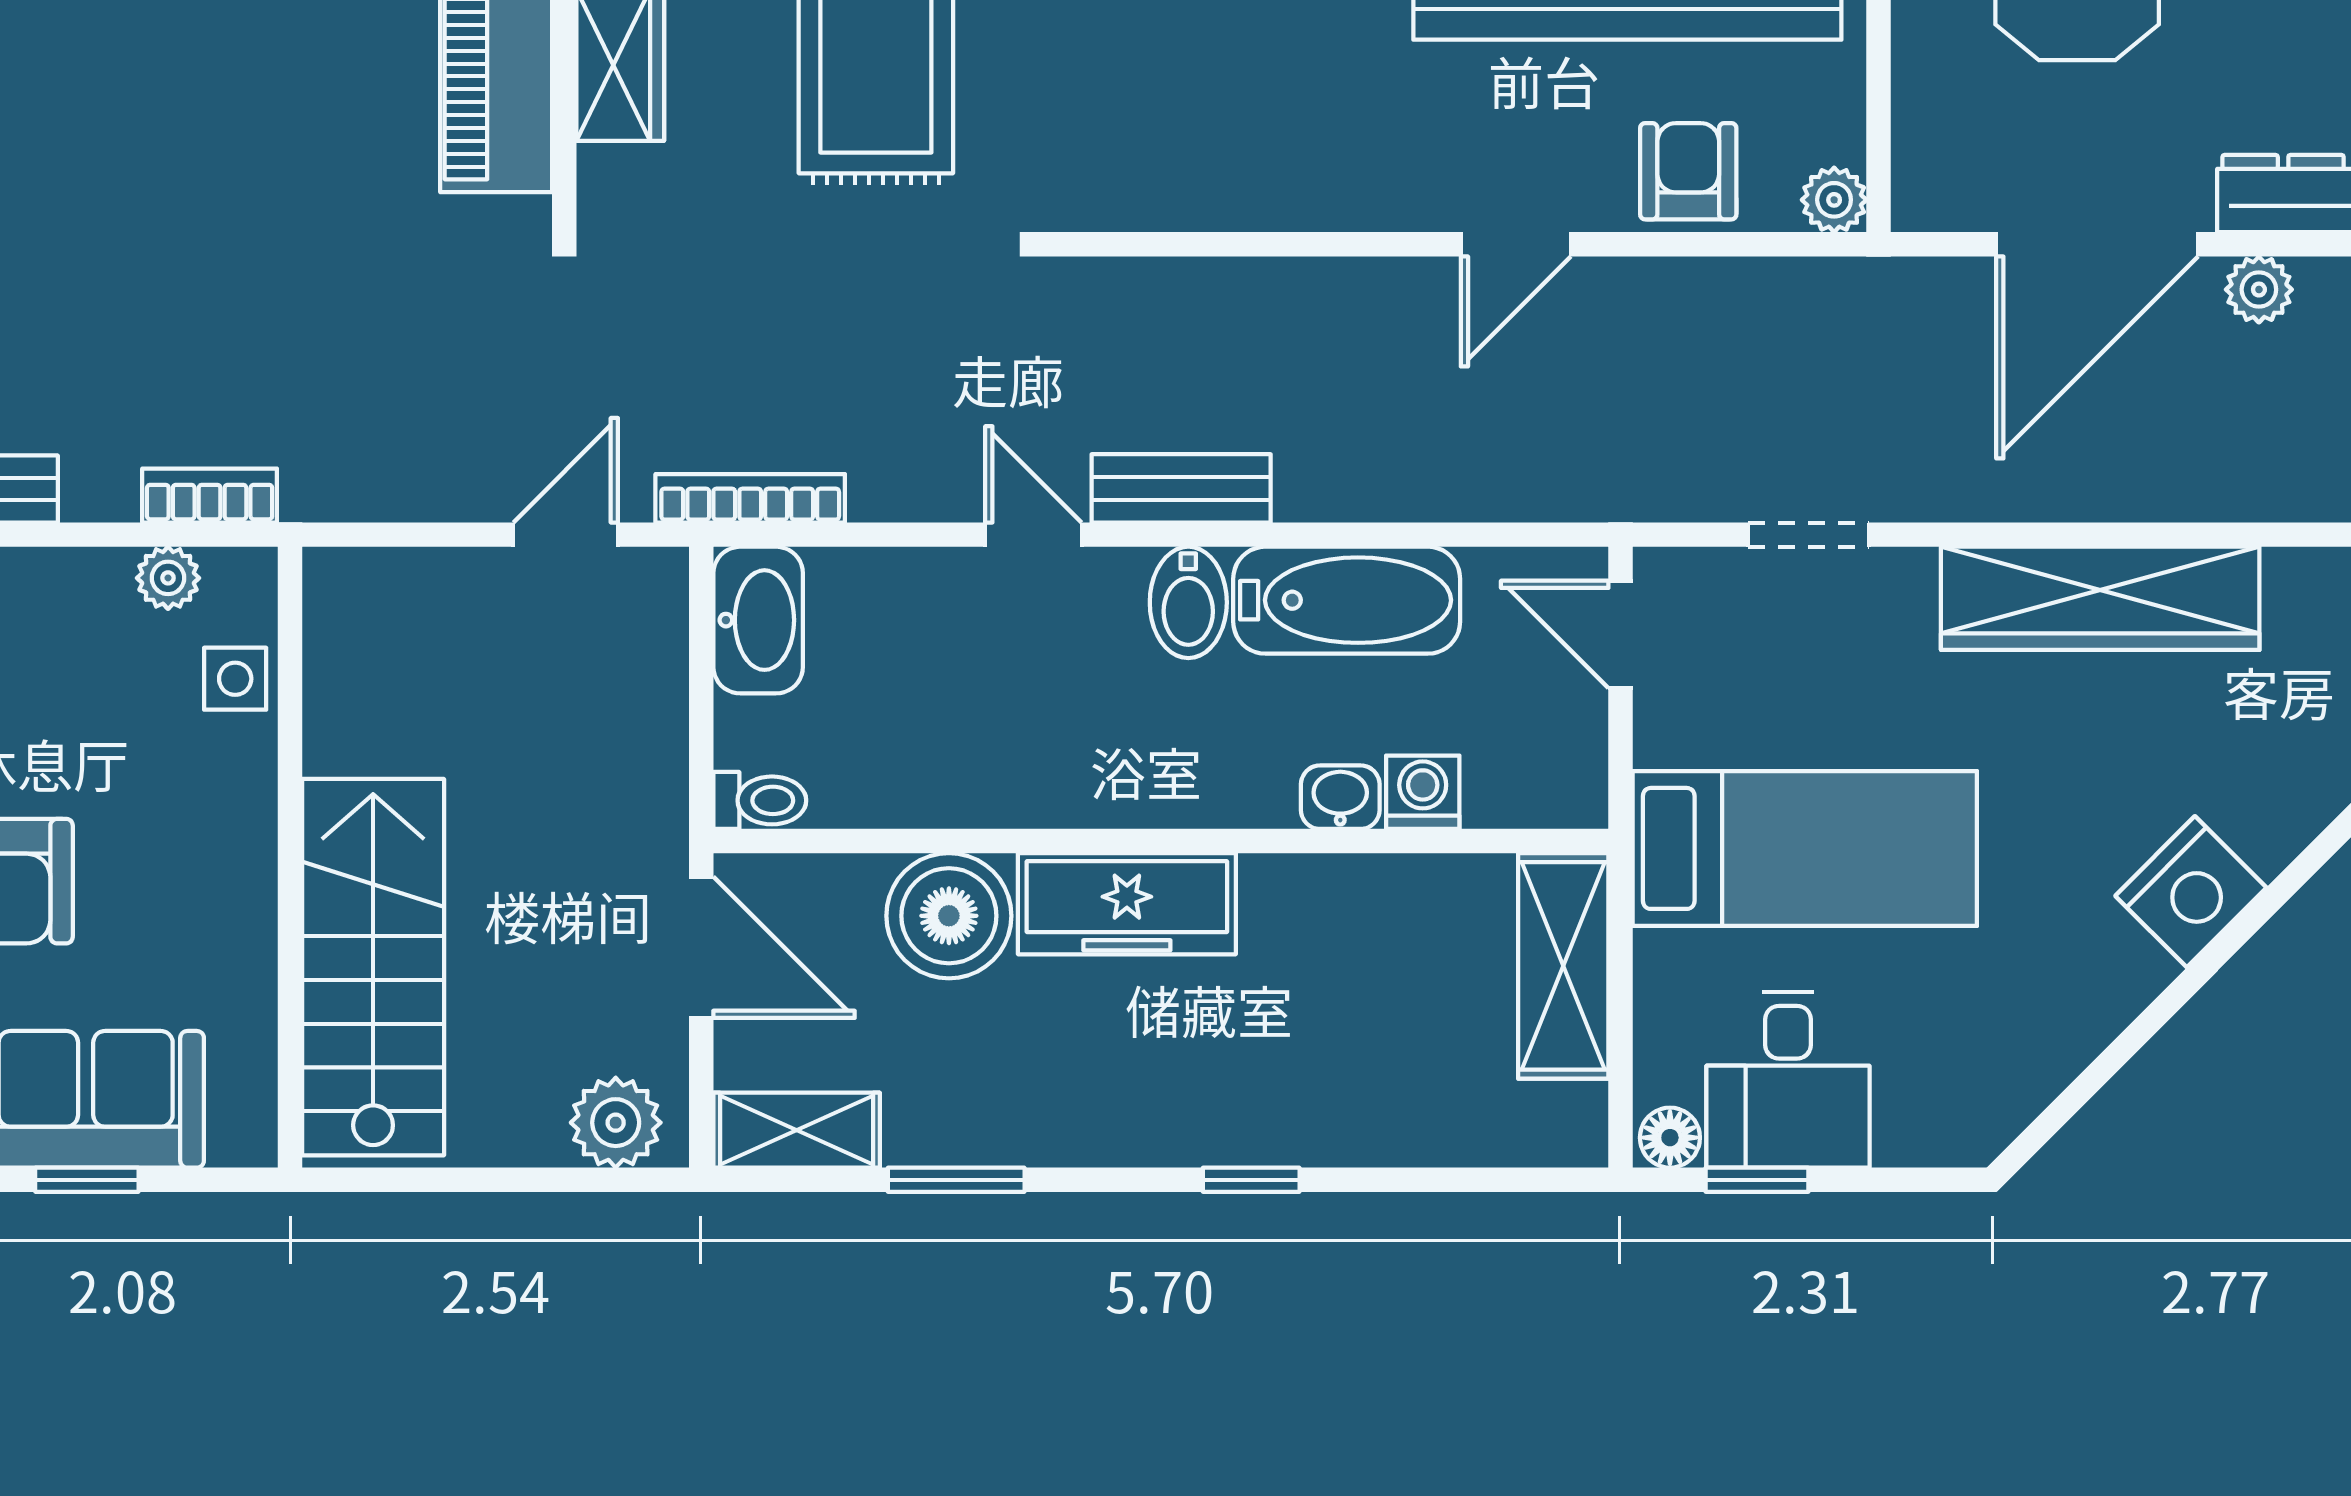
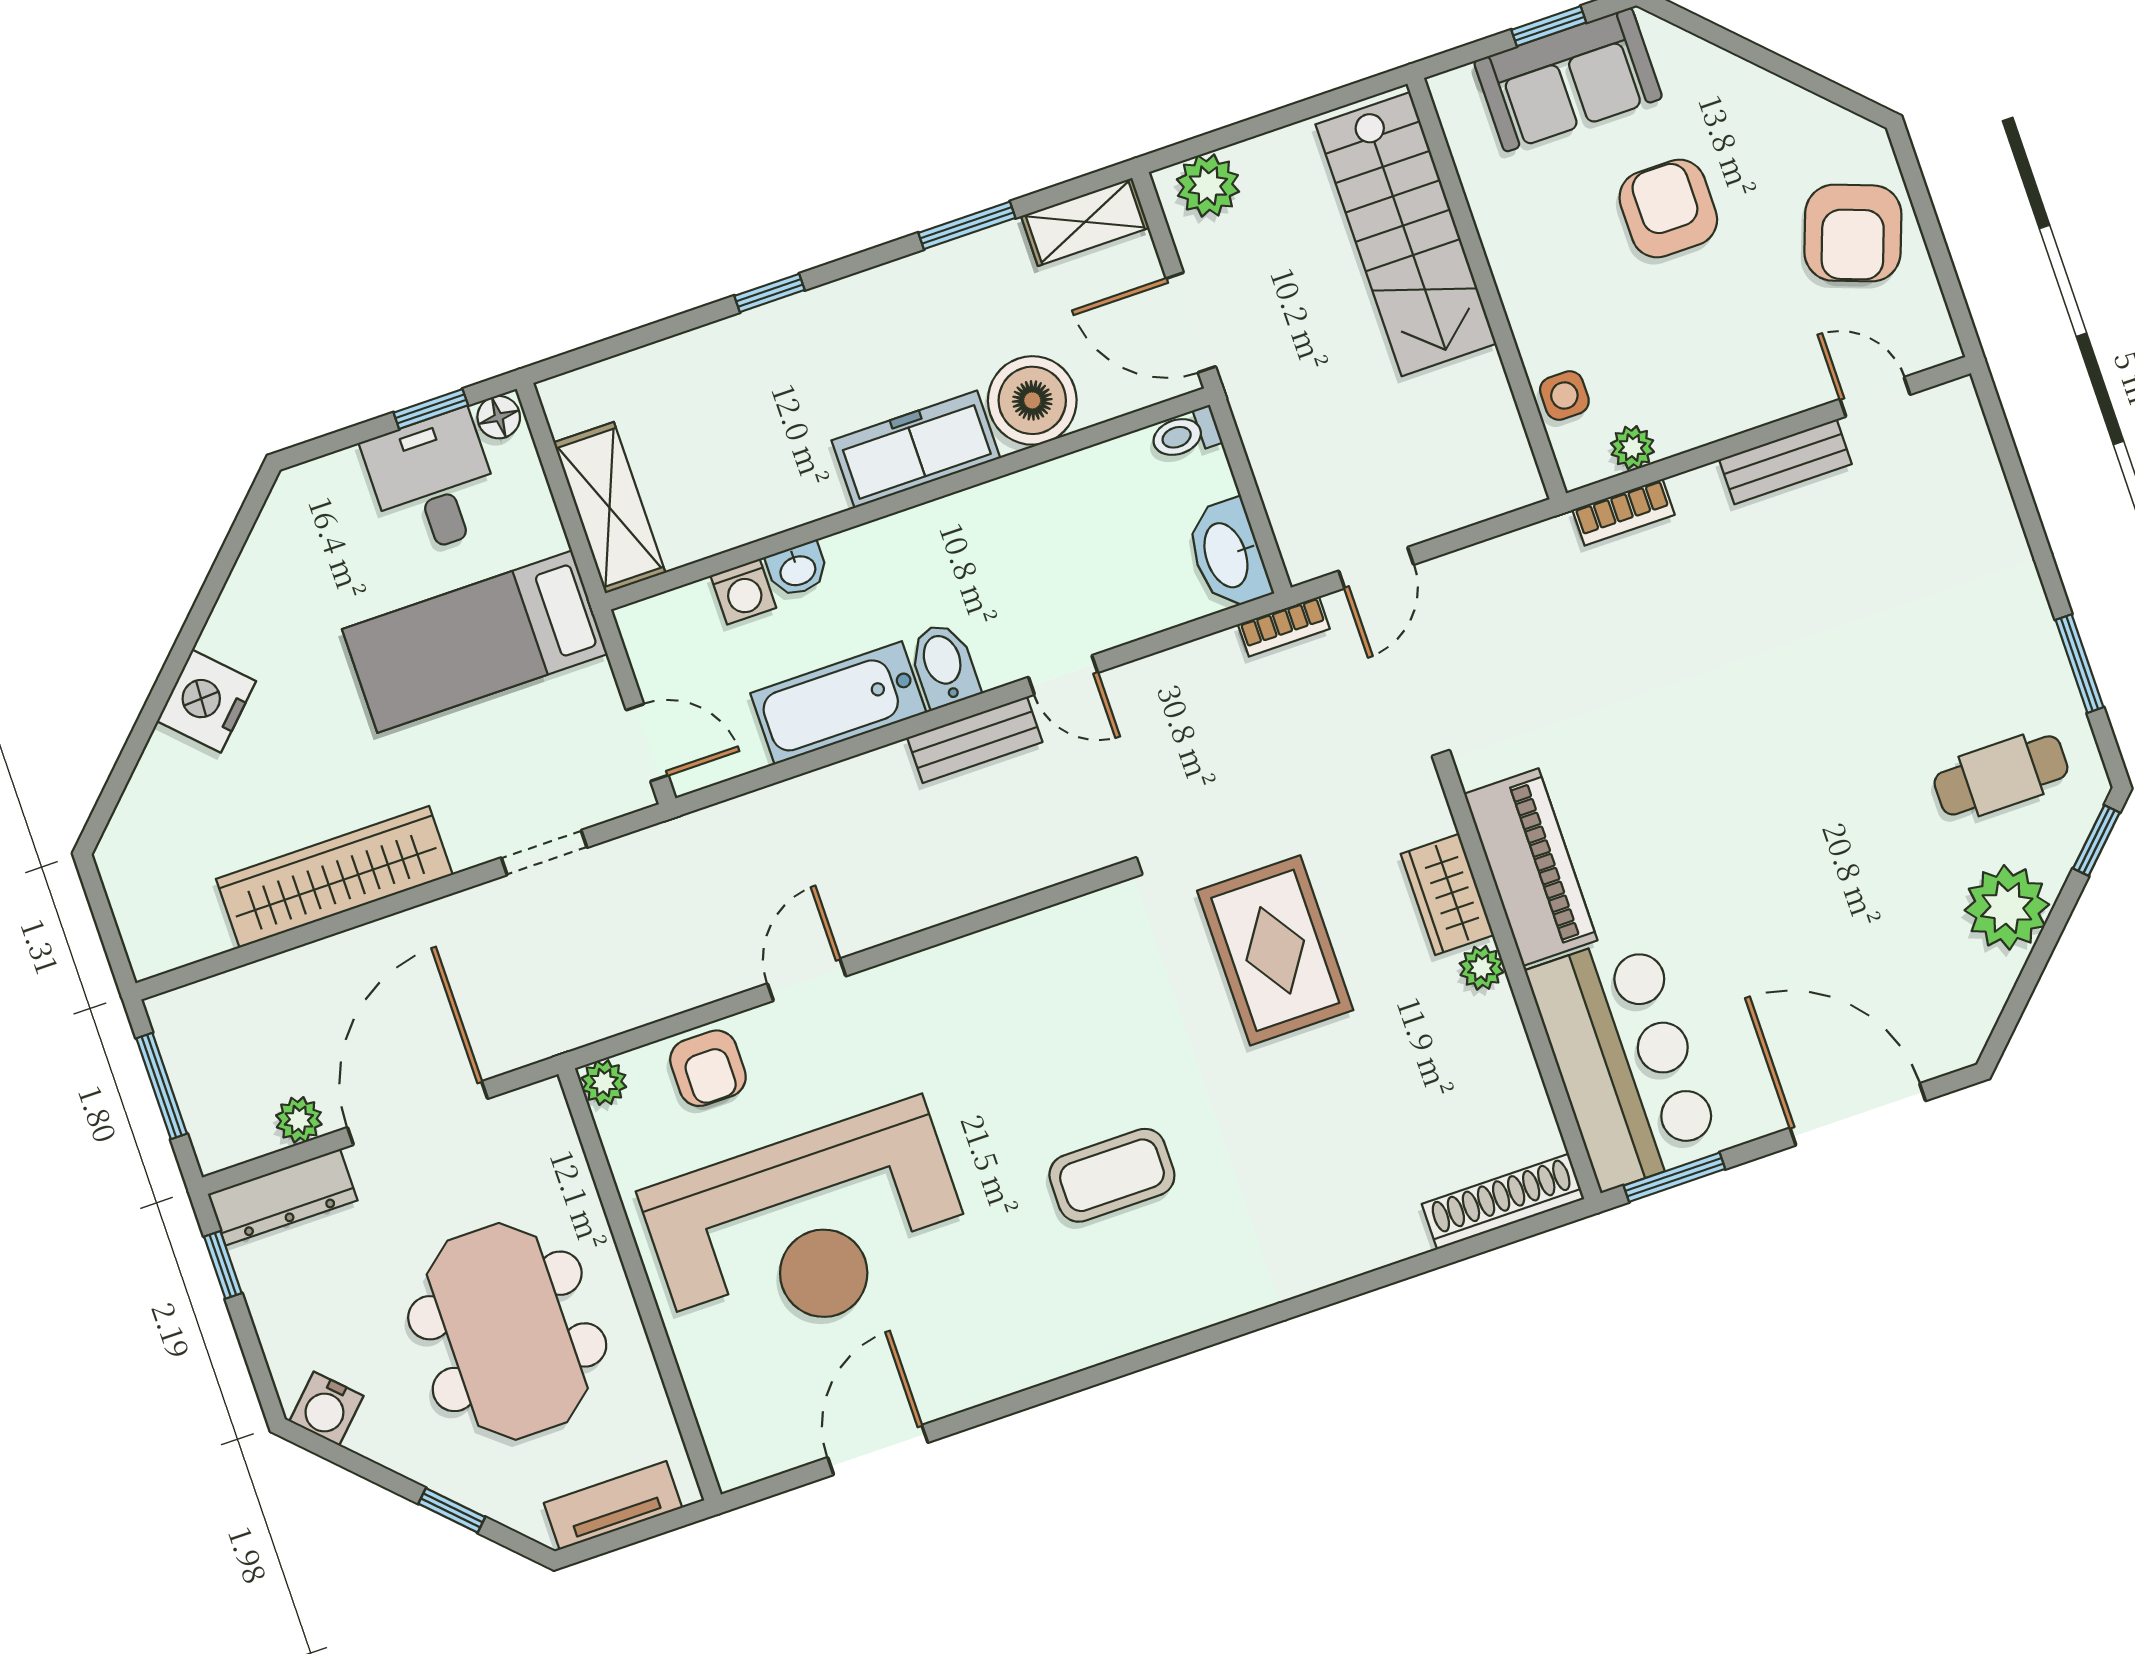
bookcase: (750, 498) -> (1284, 627), width x0.64

